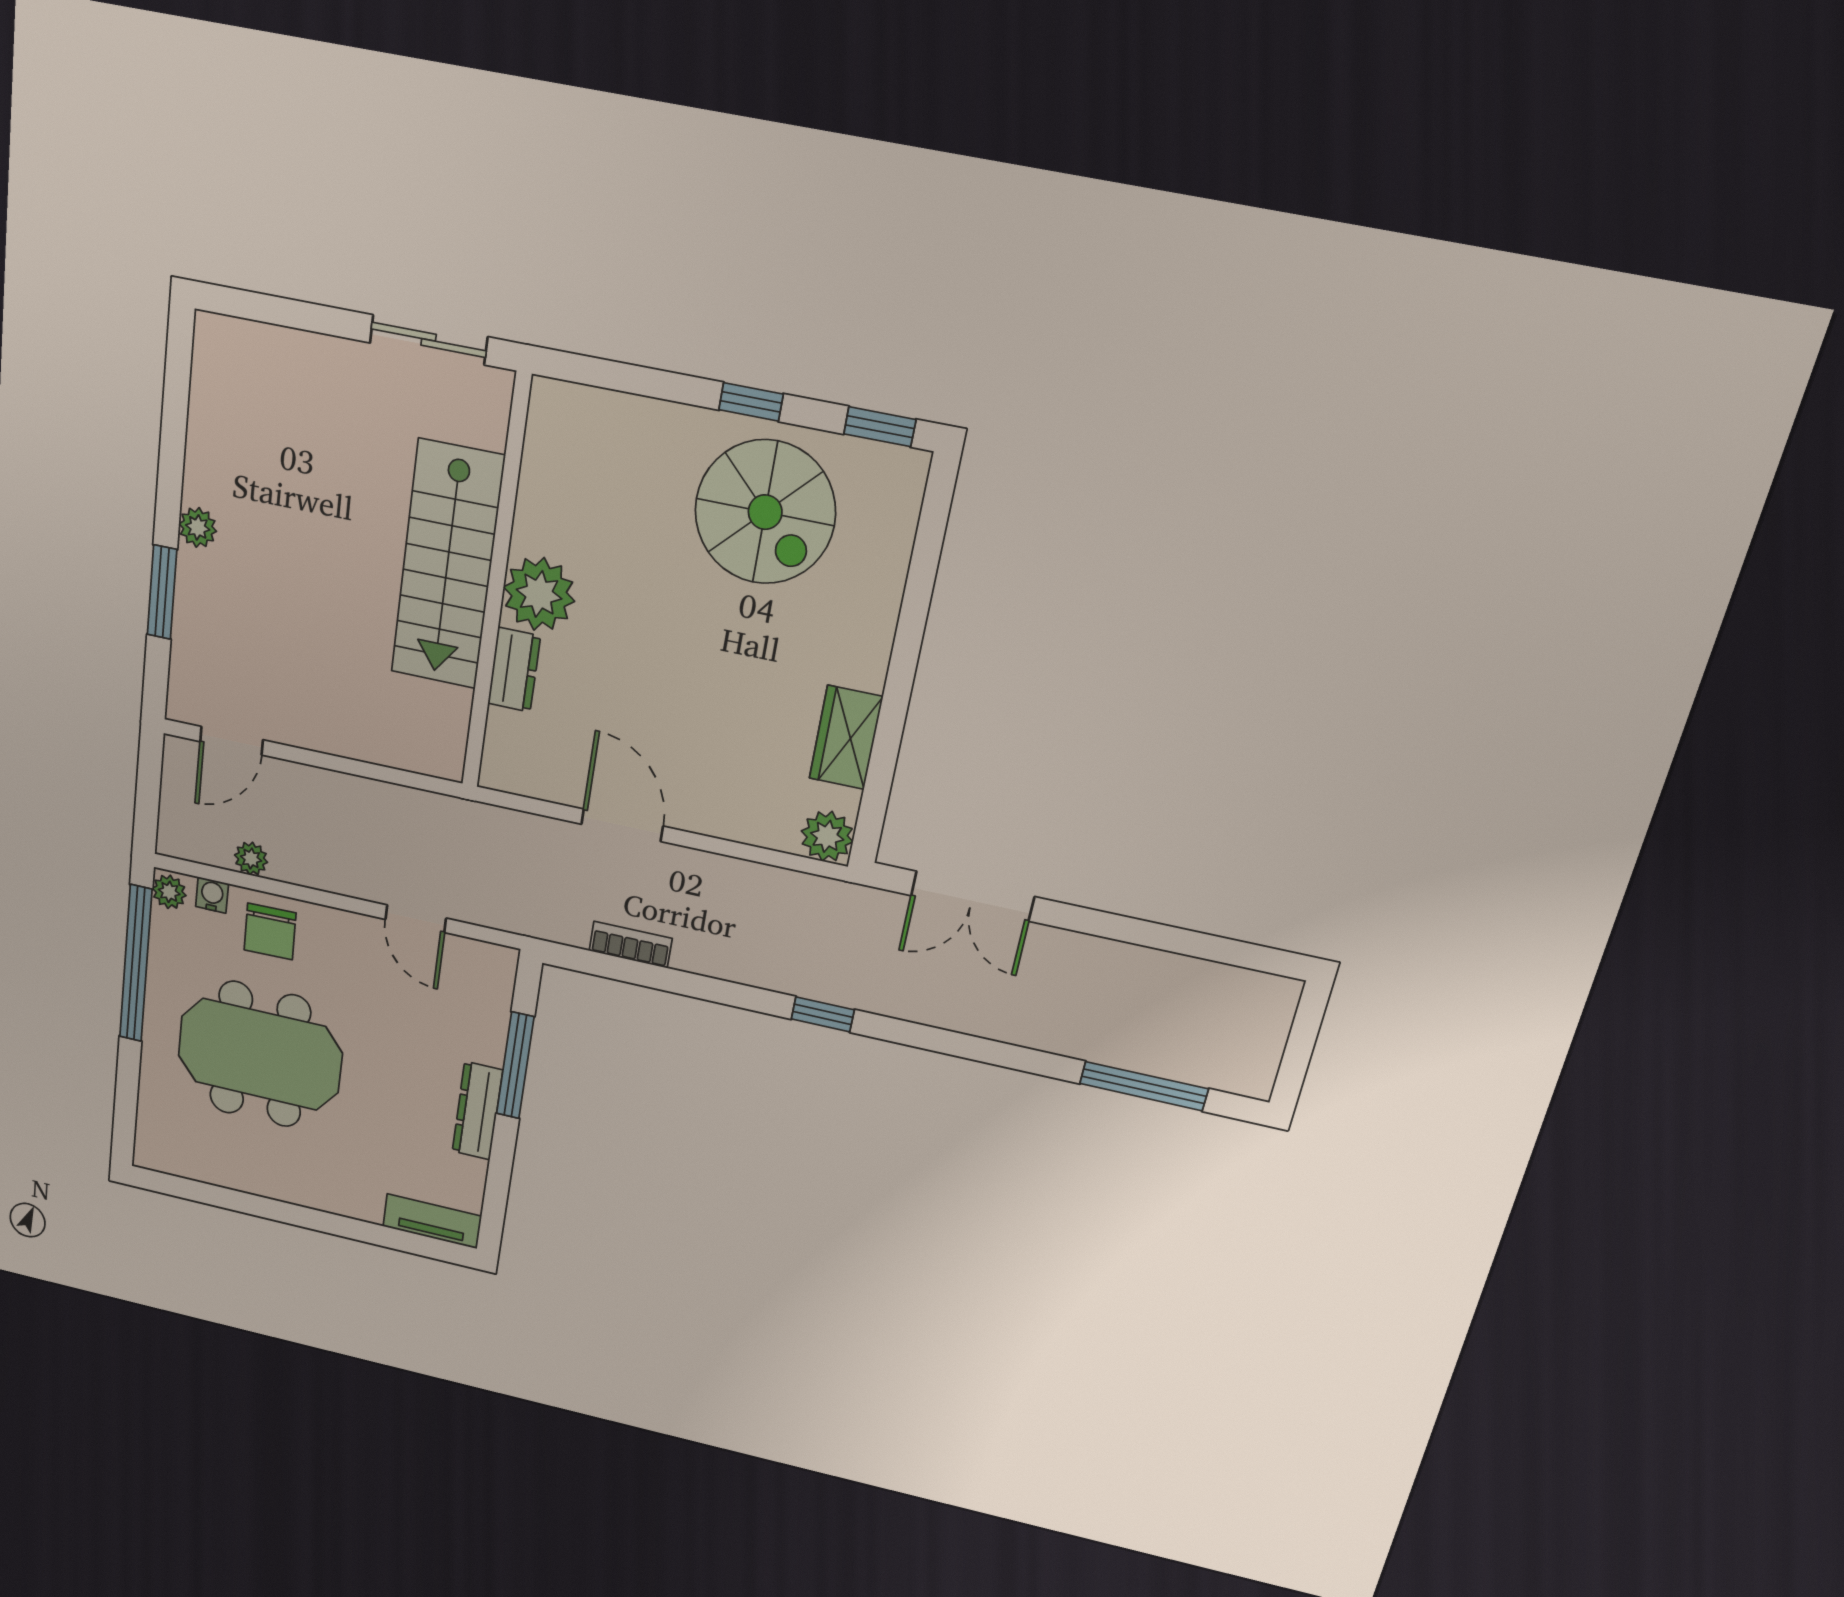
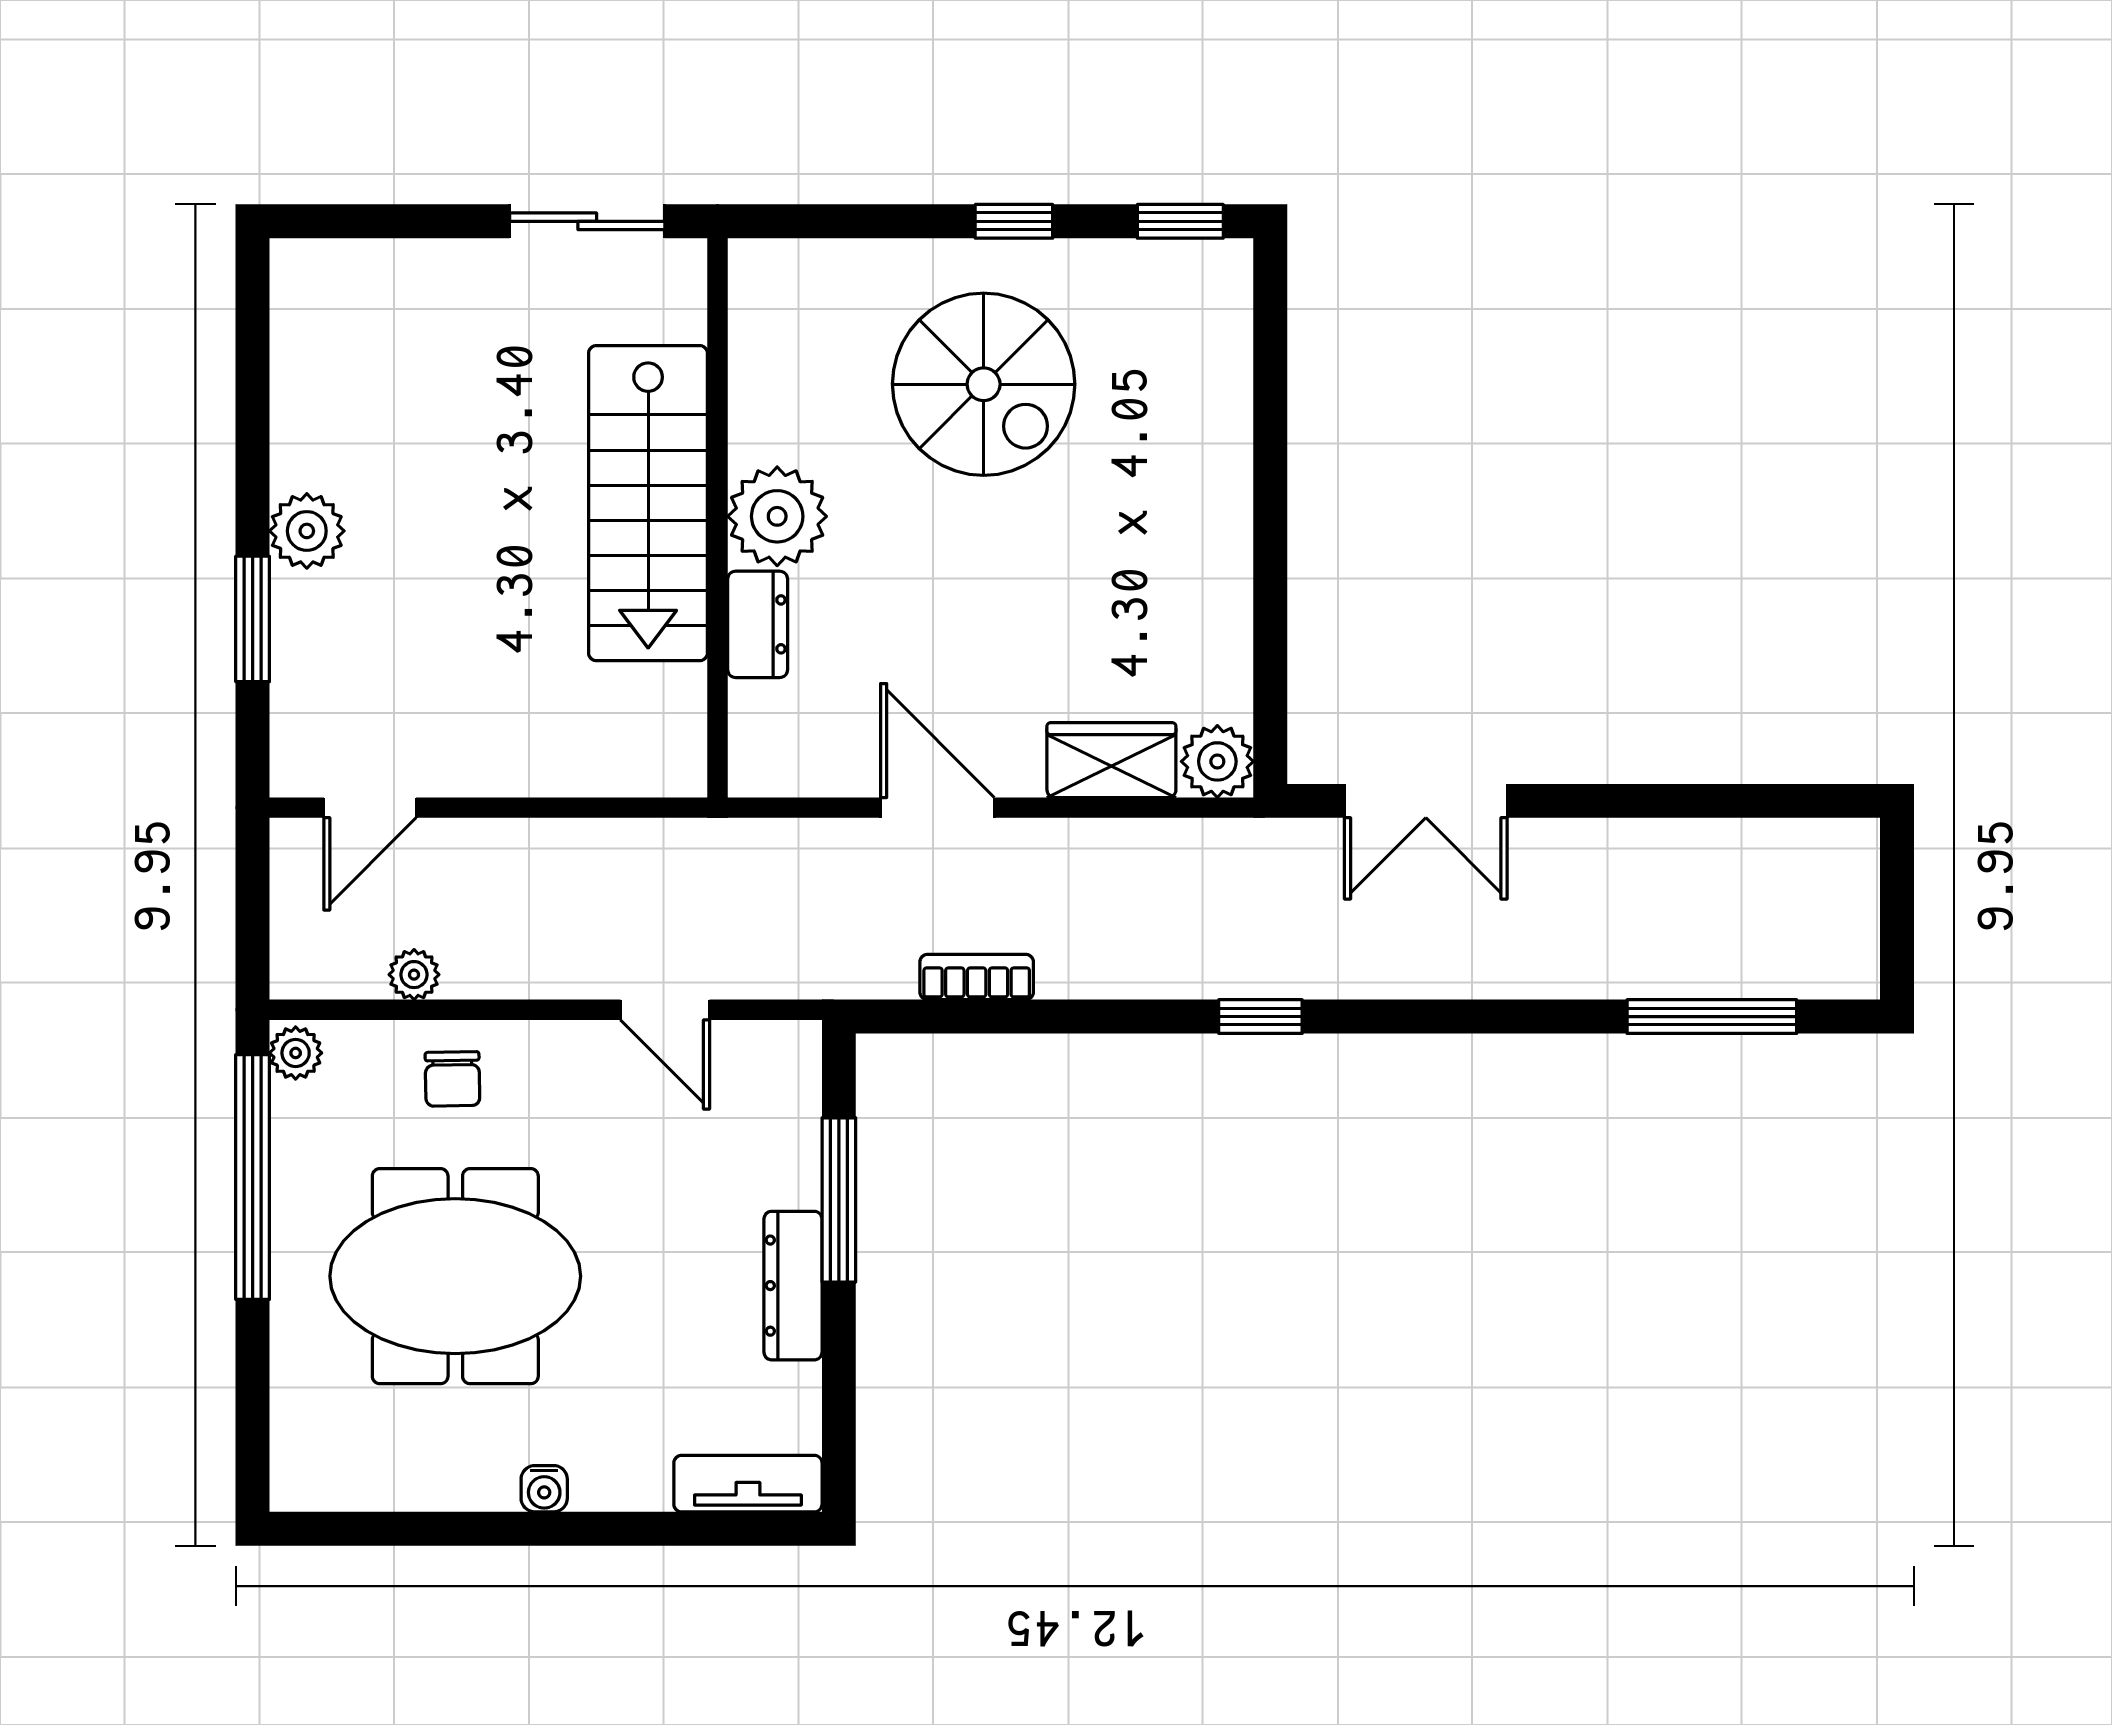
spiral stairs: (765, 512) -> (984, 384), moved
plant: (198, 527) -> (307, 531), width x1.38, depth x1.38
wardrobe: (846, 738) -> (1111, 760), moved, turned 90
water cooler: (212, 895) -> (544, 1489), moved, turned 180
chair: (270, 931) -> (452, 1079), width x0.73, depth x0.73

